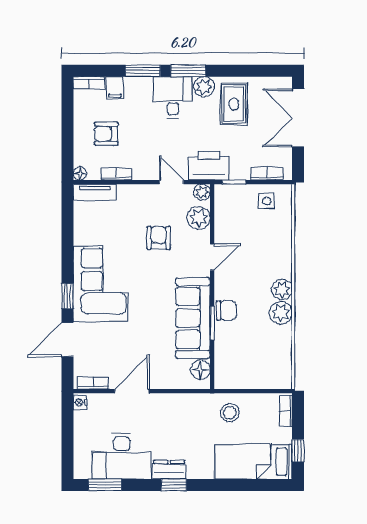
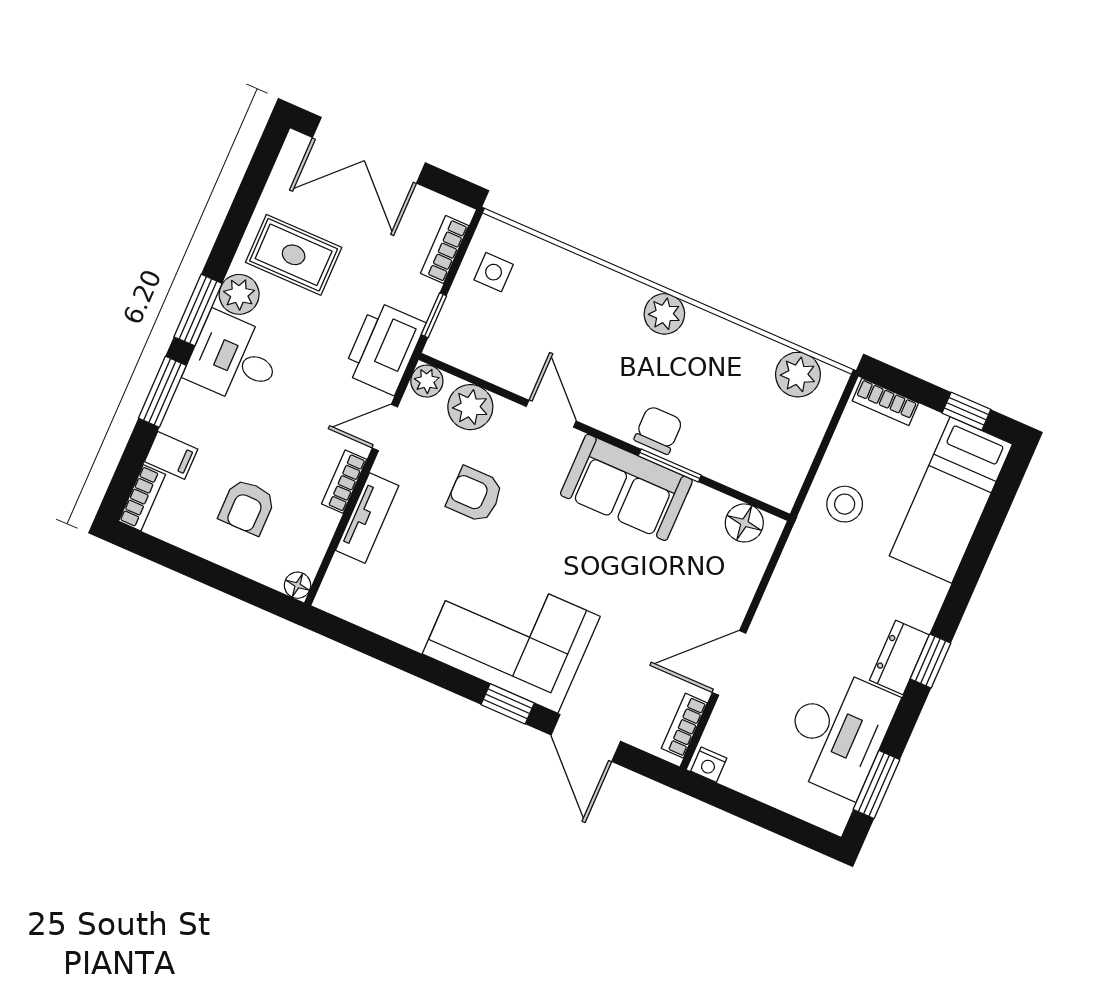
bookcase: (116, 174) -> (344, 482), moved
tv unit: (95, 192) -> (367, 518), moved
plant: (281, 313) -> (798, 375), moved
sofa: (193, 318) -> (626, 487), width x0.73
door: (132, 391) -> (729, 663), hinge flipped

